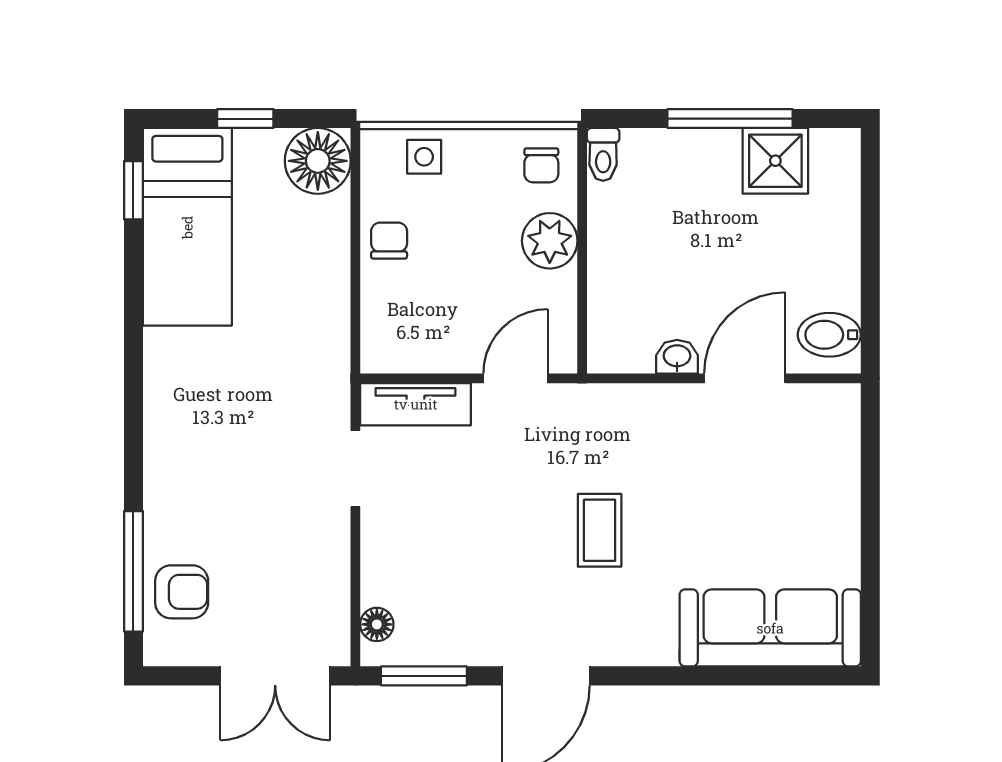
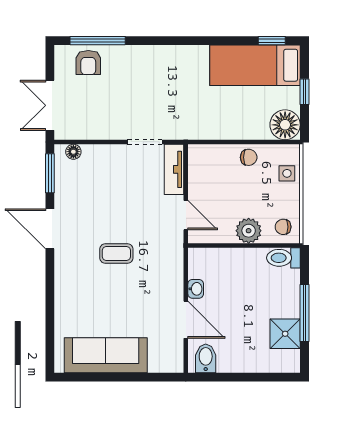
toilet: (603, 154) -> (283, 258), width x1.37, depth x1.39
sofa: (770, 628) -> (106, 355), moved, turned -90

